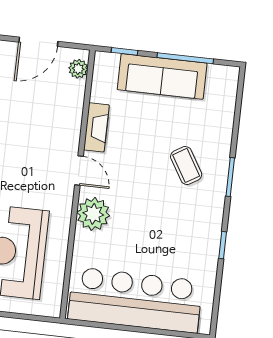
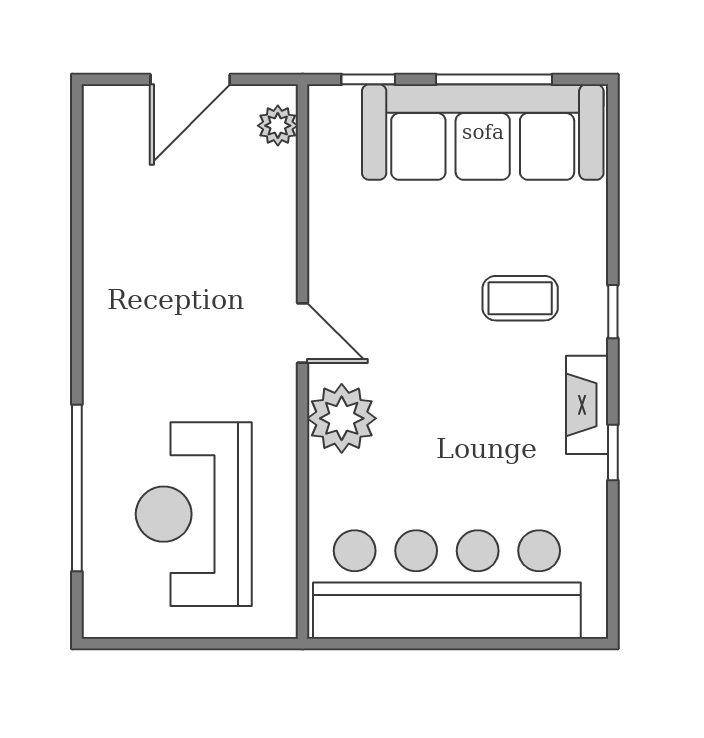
sofa: (162, 76) -> (483, 132), width x1.36, depth x1.27
fireplace: (96, 127) -> (587, 405), moved, turned 180
coffee table: (186, 165) -> (520, 298), turned -59
window: (230, 177) -> (613, 312), width x0.67

